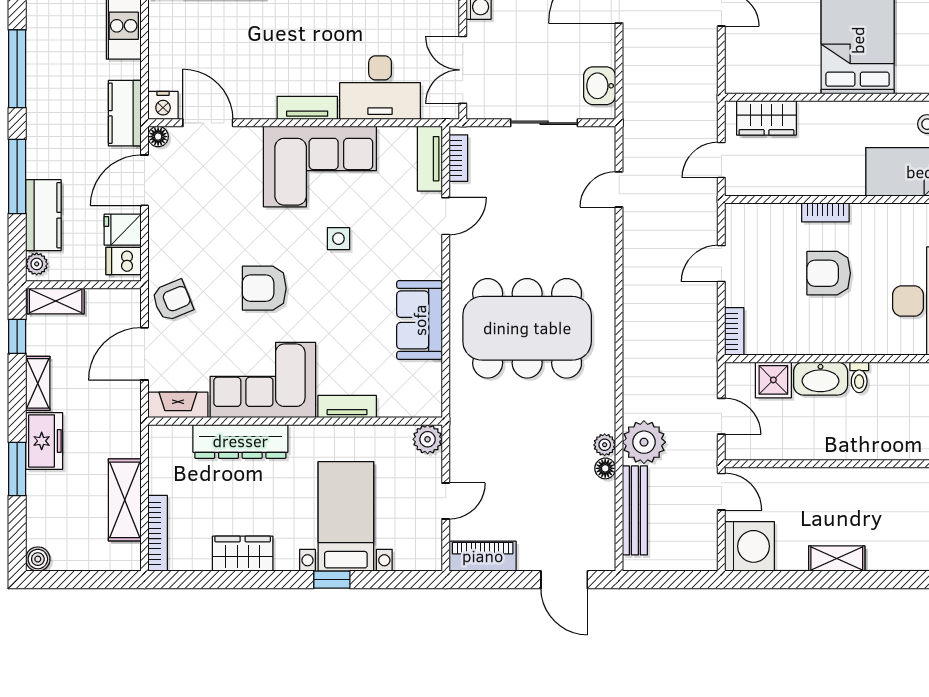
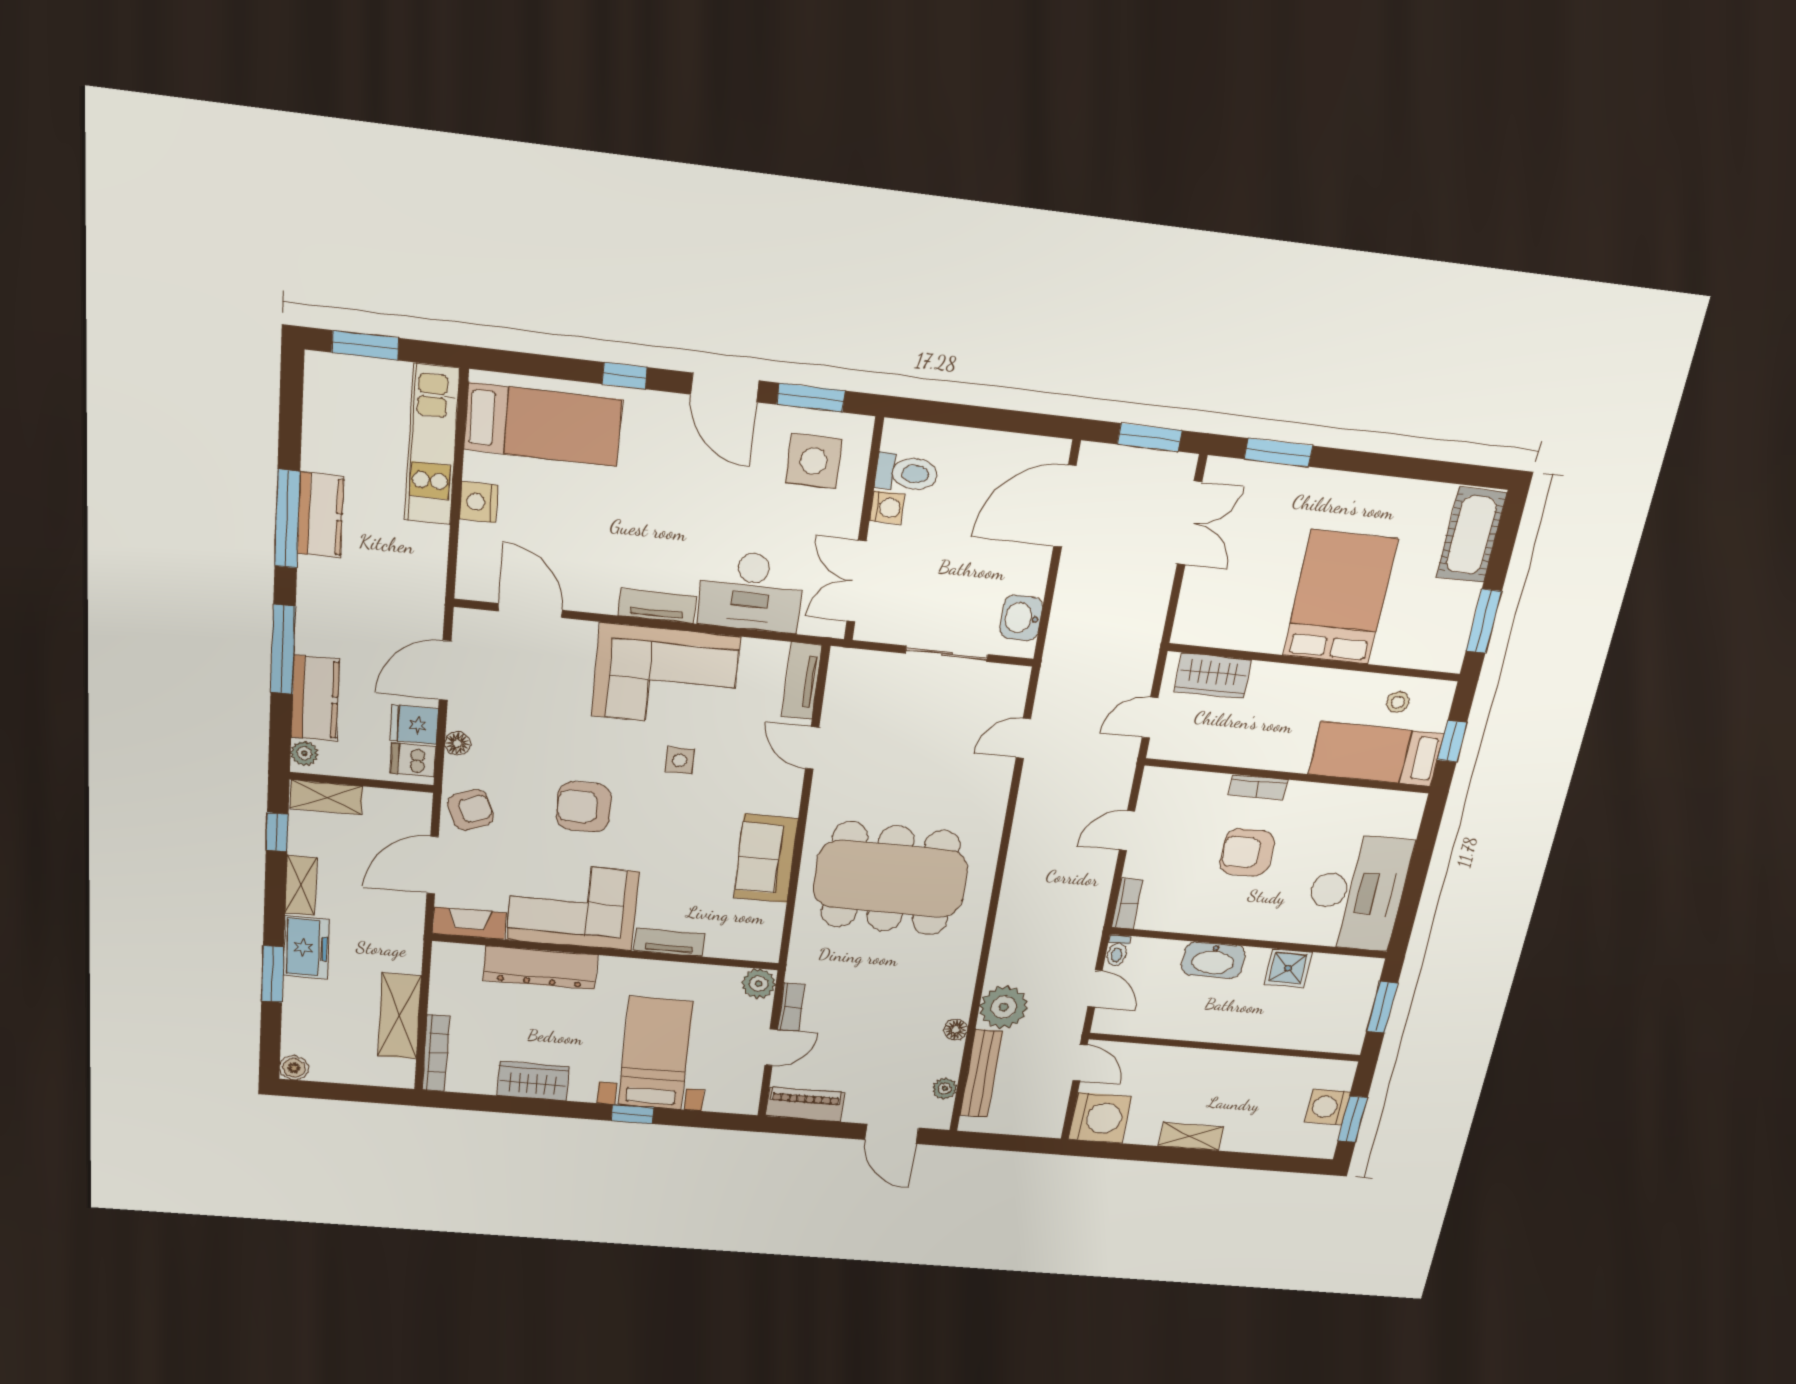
nightstand: (163, 105) -> (479, 502), moved, turned 90
kitchen counter: (125, 113) -> (320, 515), moved, turned 180
floor lamp: (158, 137) -> (457, 743), moved
bookcase: (458, 158) -> (791, 1007), moved
door: (446, 216) -> (812, 748), swing flipped
toilet: (859, 377) -> (1117, 951), moved
shower: (773, 380) -> (1288, 968), moved
plant: (605, 445) -> (945, 1089), moved

